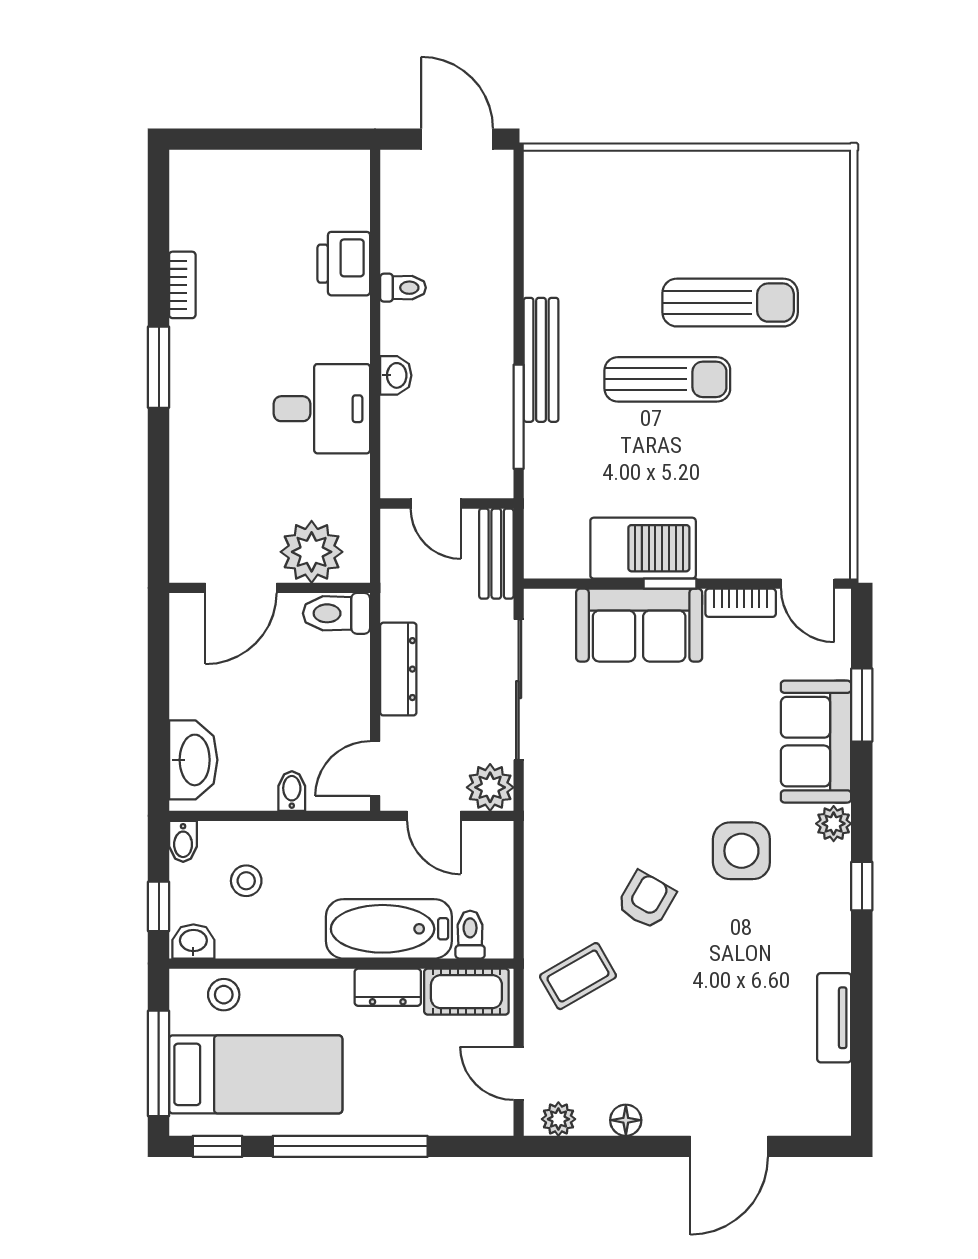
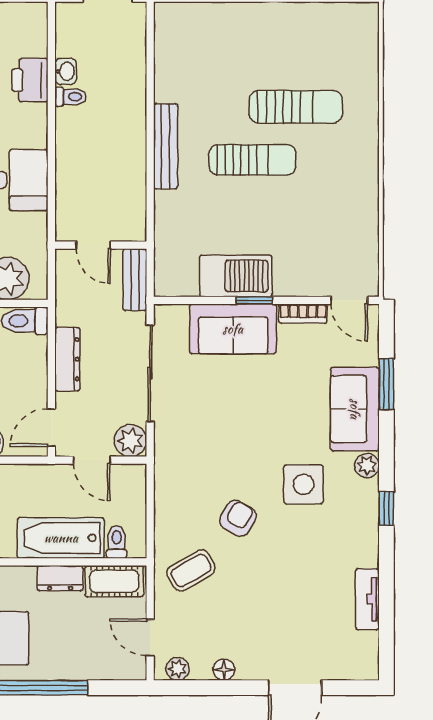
washbasin: (396, 375) -> (66, 71), moved
window: (519, 417) -> (150, 185), removed

